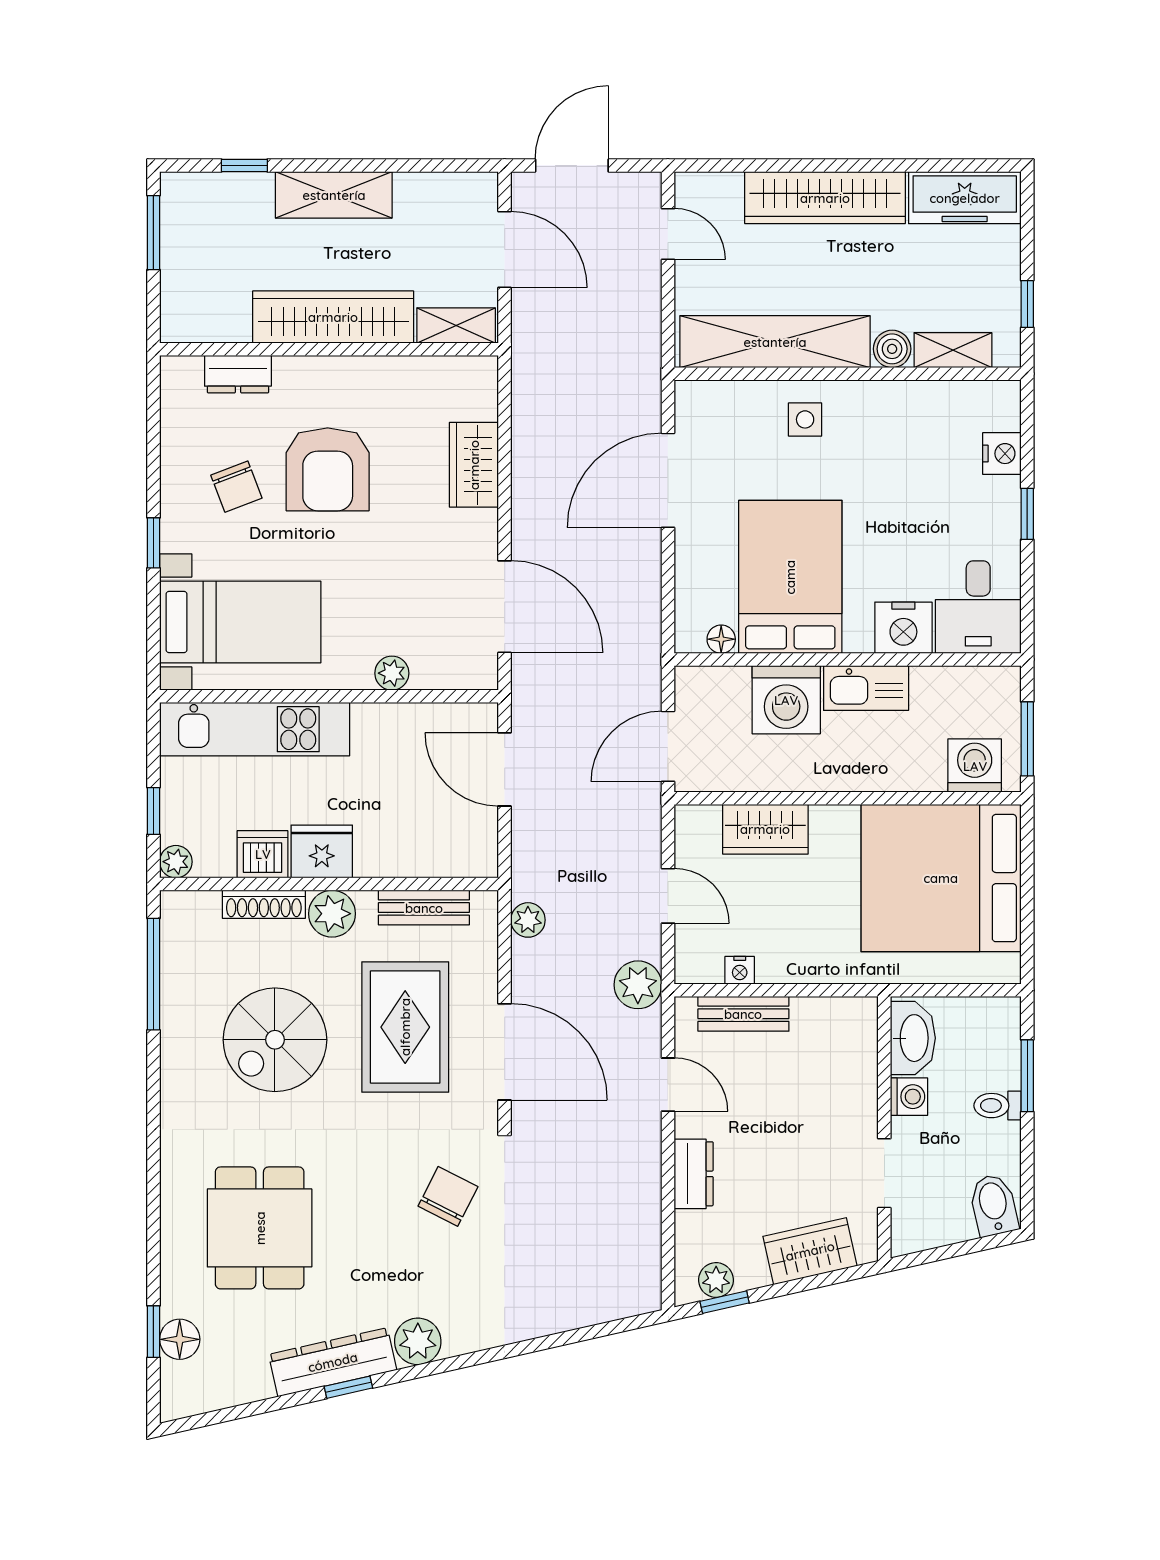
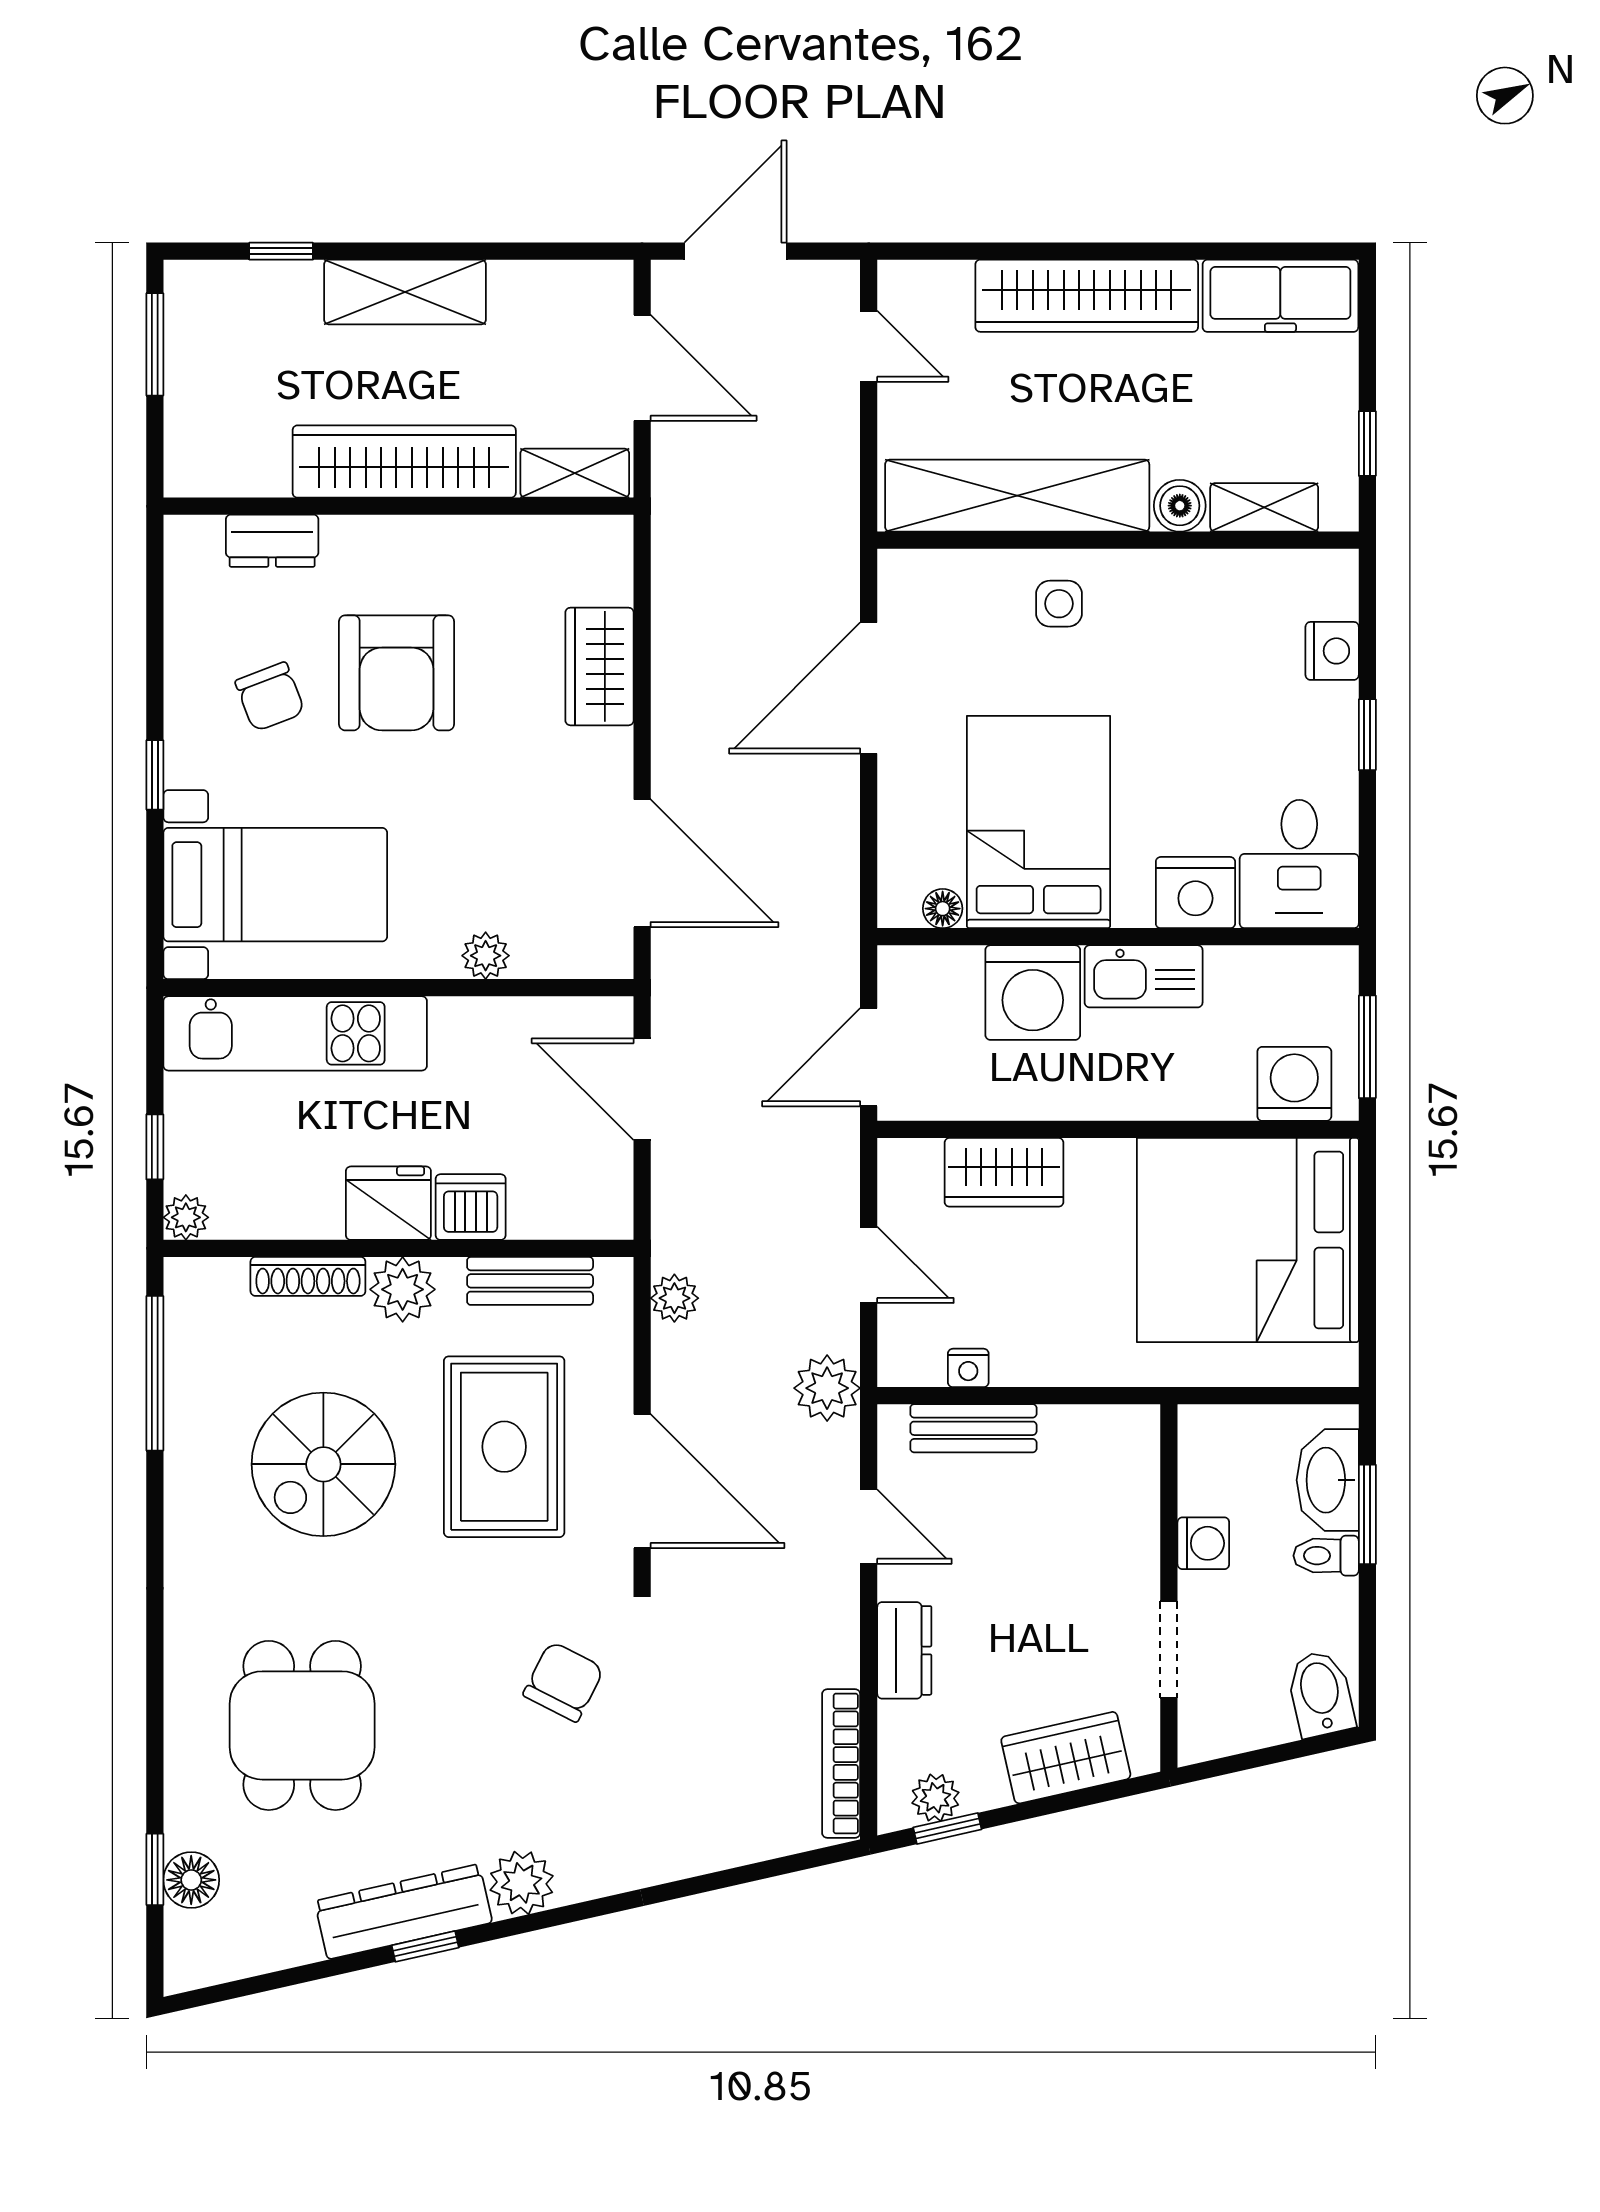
dishwasher: (263, 854) -> (471, 1207), moved
washbasin: (913, 1038) -> (1328, 1480), moved, turned 180
bookcase: (648, 1255) -> (841, 1763), added

